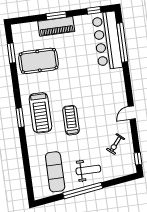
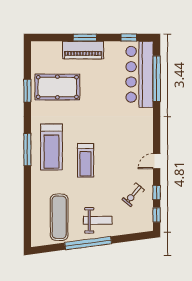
window: (11, 53) -> (27, 91), moved
window: (20, 118) -> (27, 149), width x1.44
treadmill: (71, 120) -> (85, 160), turned 180
window: (135, 139) -> (157, 193), added

